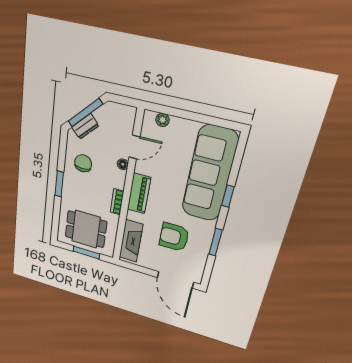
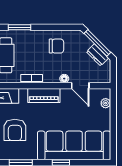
dresser: (85, 126) -> (97, 55), moved
window: (59, 184) -> (20, 27), moved
armchair: (174, 237) -> (15, 130), turned 180

